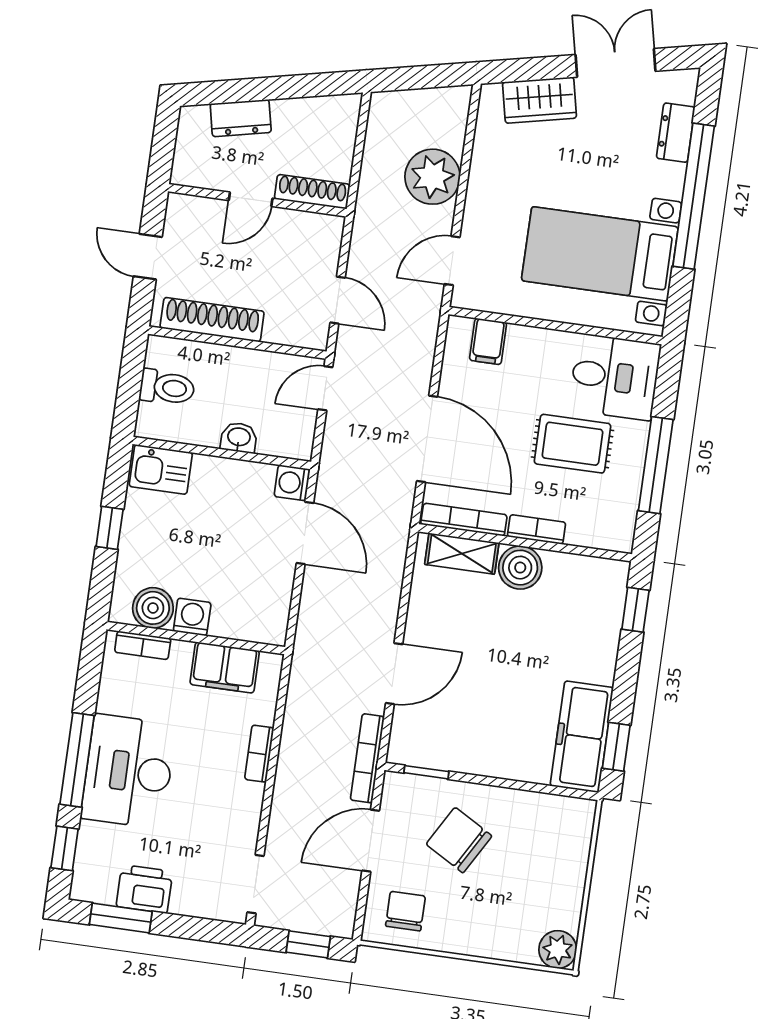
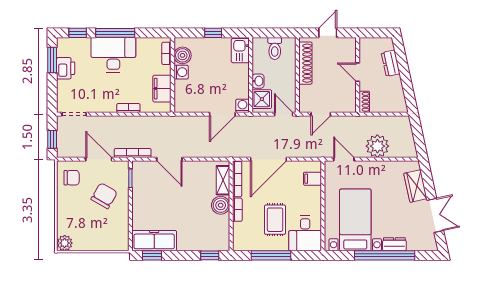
dresser: (676, 133) -> (394, 244), moved
shoe rack: (312, 192) -> (364, 102), width x0.70
shower: (283, 435) -> (262, 99), added

